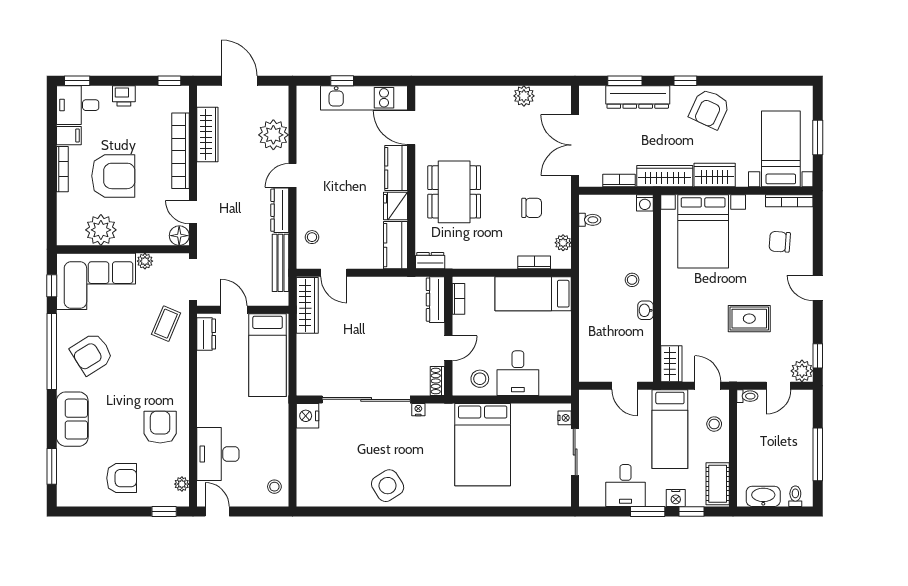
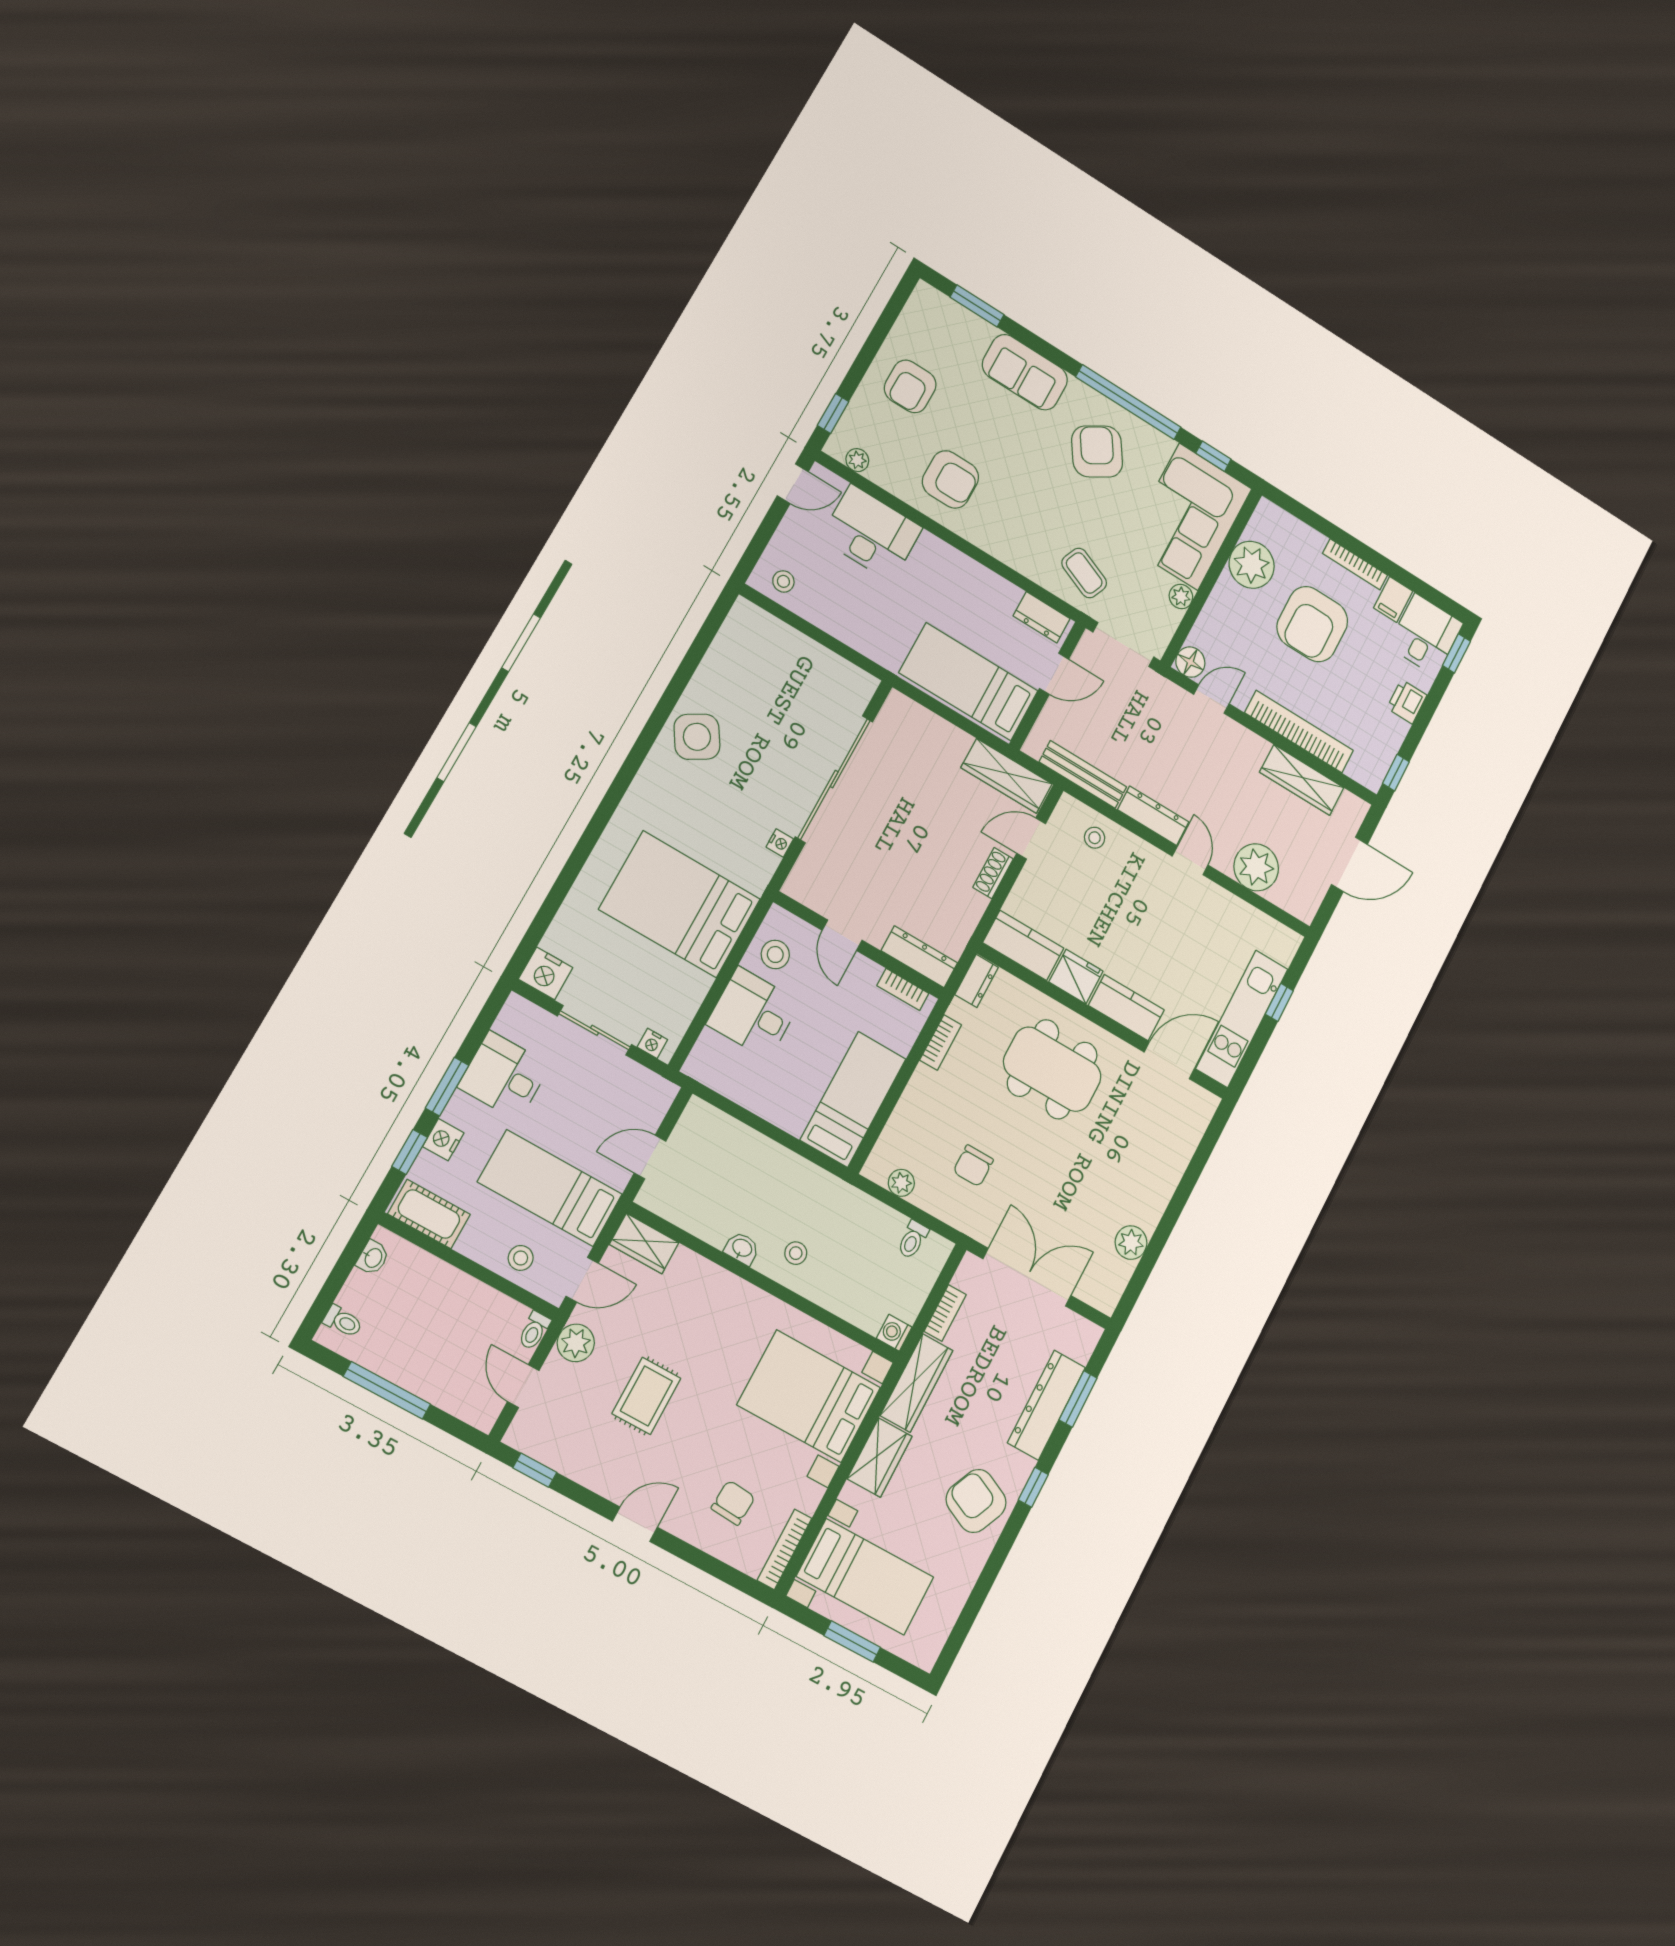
bookcase: (534, 262) -> (941, 1042), moved
plant: (802, 371) -> (576, 1343), moved
shoe rack: (437, 381) -> (993, 873), moved, turned -90
nightstand: (307, 416) -> (546, 973), moved, turned 180
washbasin: (763, 496) -> (373, 1258), width x0.52, depth x0.69

